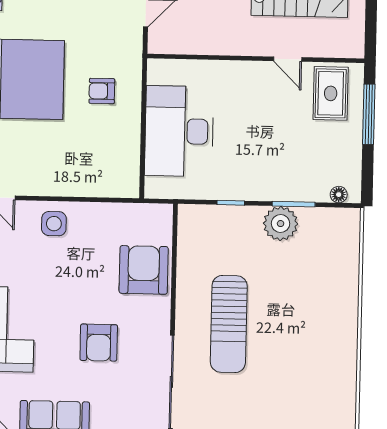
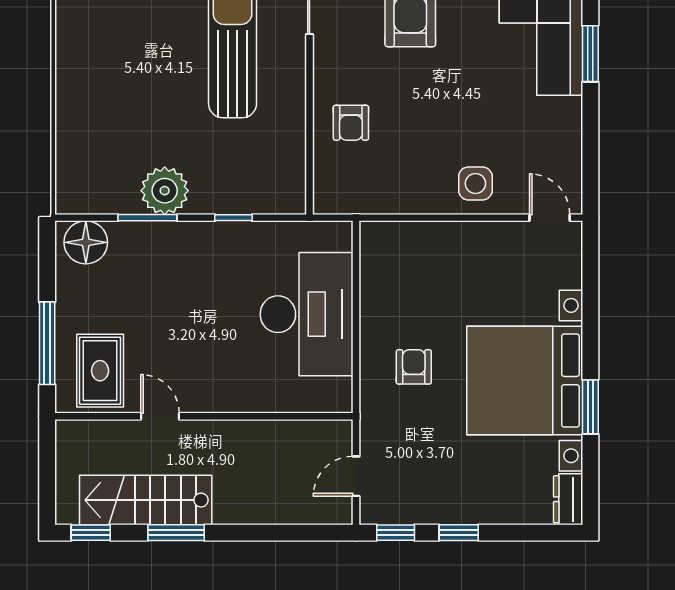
armchair: (102, 91) -> (414, 367), turned -90
floor lamp: (339, 195) -> (86, 242), width x1.89, depth x1.89
armchair: (144, 270) -> (351, 123), width x0.53, depth x0.53

